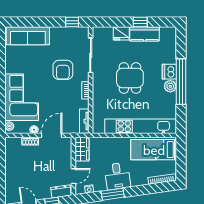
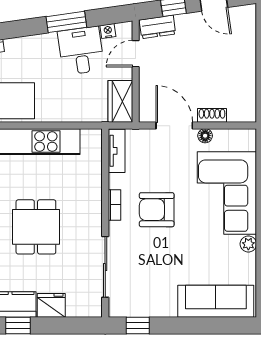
armchair: (63, 70) -> (157, 210), moved, turned -90
plant: (9, 126) -> (248, 244), moved
door: (51, 135) -> (174, 126), swing flipped
desk: (117, 176) -> (81, 51), moved

